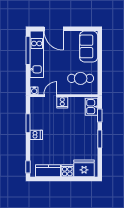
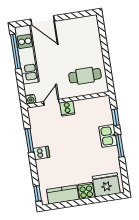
sofa: (89, 46) -> (89, 35), removed
kitchen sink: (92, 107) -> (108, 136), moved

